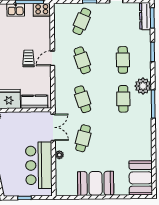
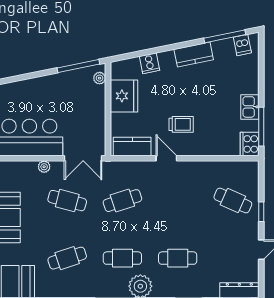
door: (52, 58) -> (166, 158), moved
cafe table: (82, 60) -> (67, 258), moved
kitchen counter: (34, 102) -> (132, 147), moved, turned -90

